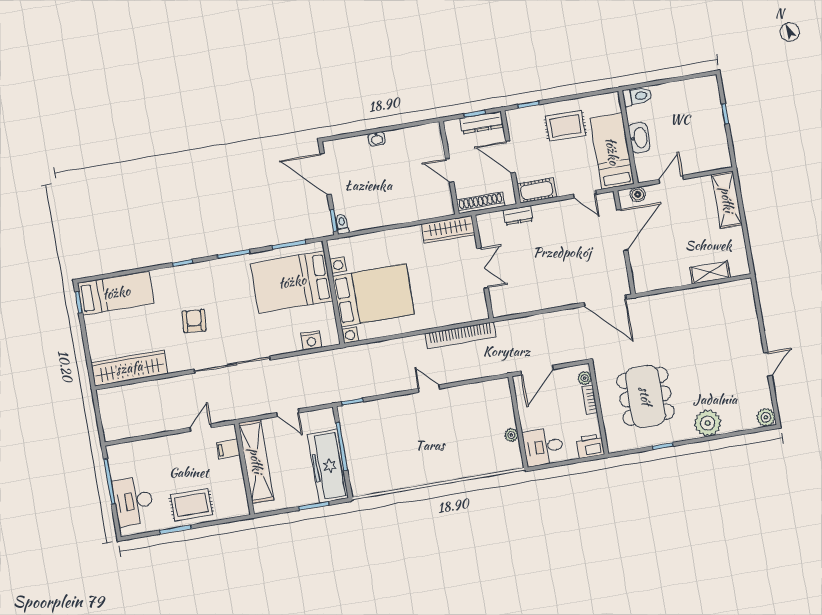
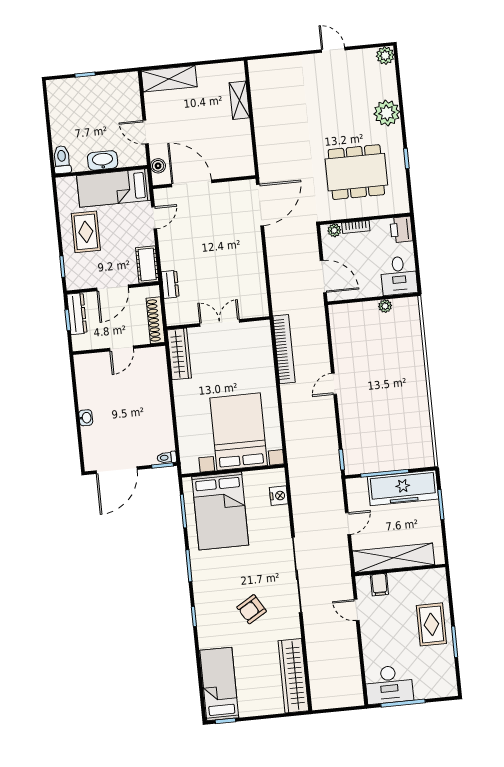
armchair: (194, 321) -> (252, 609), turned -36
desk: (133, 501) -> (389, 685), moved

